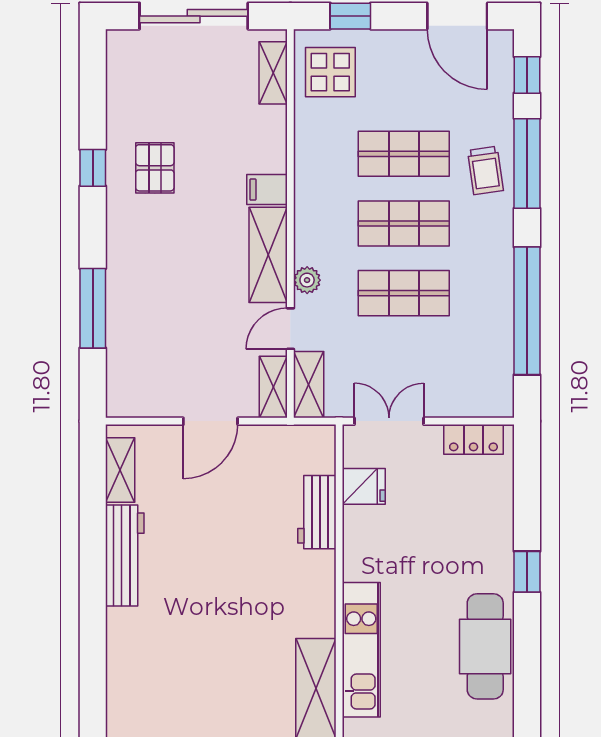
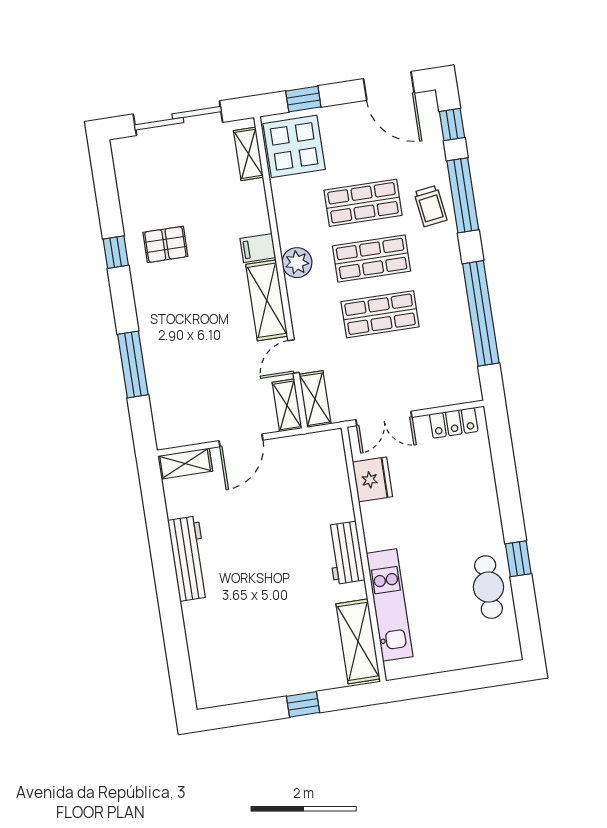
display table: (330, 72) -> (294, 146), width x1.36, depth x1.36
pallet: (155, 168) -> (165, 244), turned 90
plant: (307, 280) -> (297, 263), moved, width x1.38, depth x1.38
double door: (389, 421) -> (384, 419), swing flipped
shelving: (120, 470) -> (185, 464), moved, turned 90
fridge: (364, 486) -> (372, 479), width x1.38
workbench: (317, 512) -> (345, 553), moved
window: (527, 572) -> (518, 559), moved
cafe table: (485, 646) -> (488, 587), width x0.73, depth x0.74

